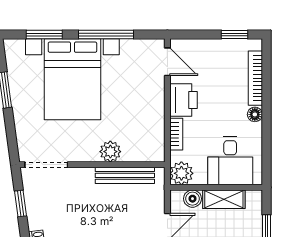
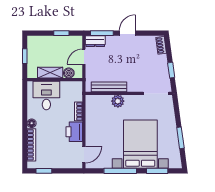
door: (167, 62) -> (84, 155), swing flipped
plant: (181, 173) -> (75, 88), removed

